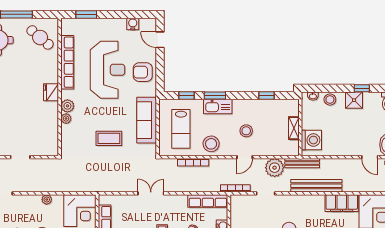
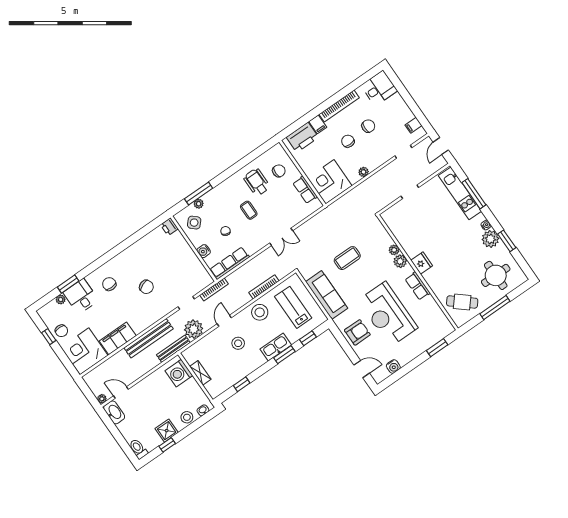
row of seats: (67, 62) -> (418, 286), width x0.50

